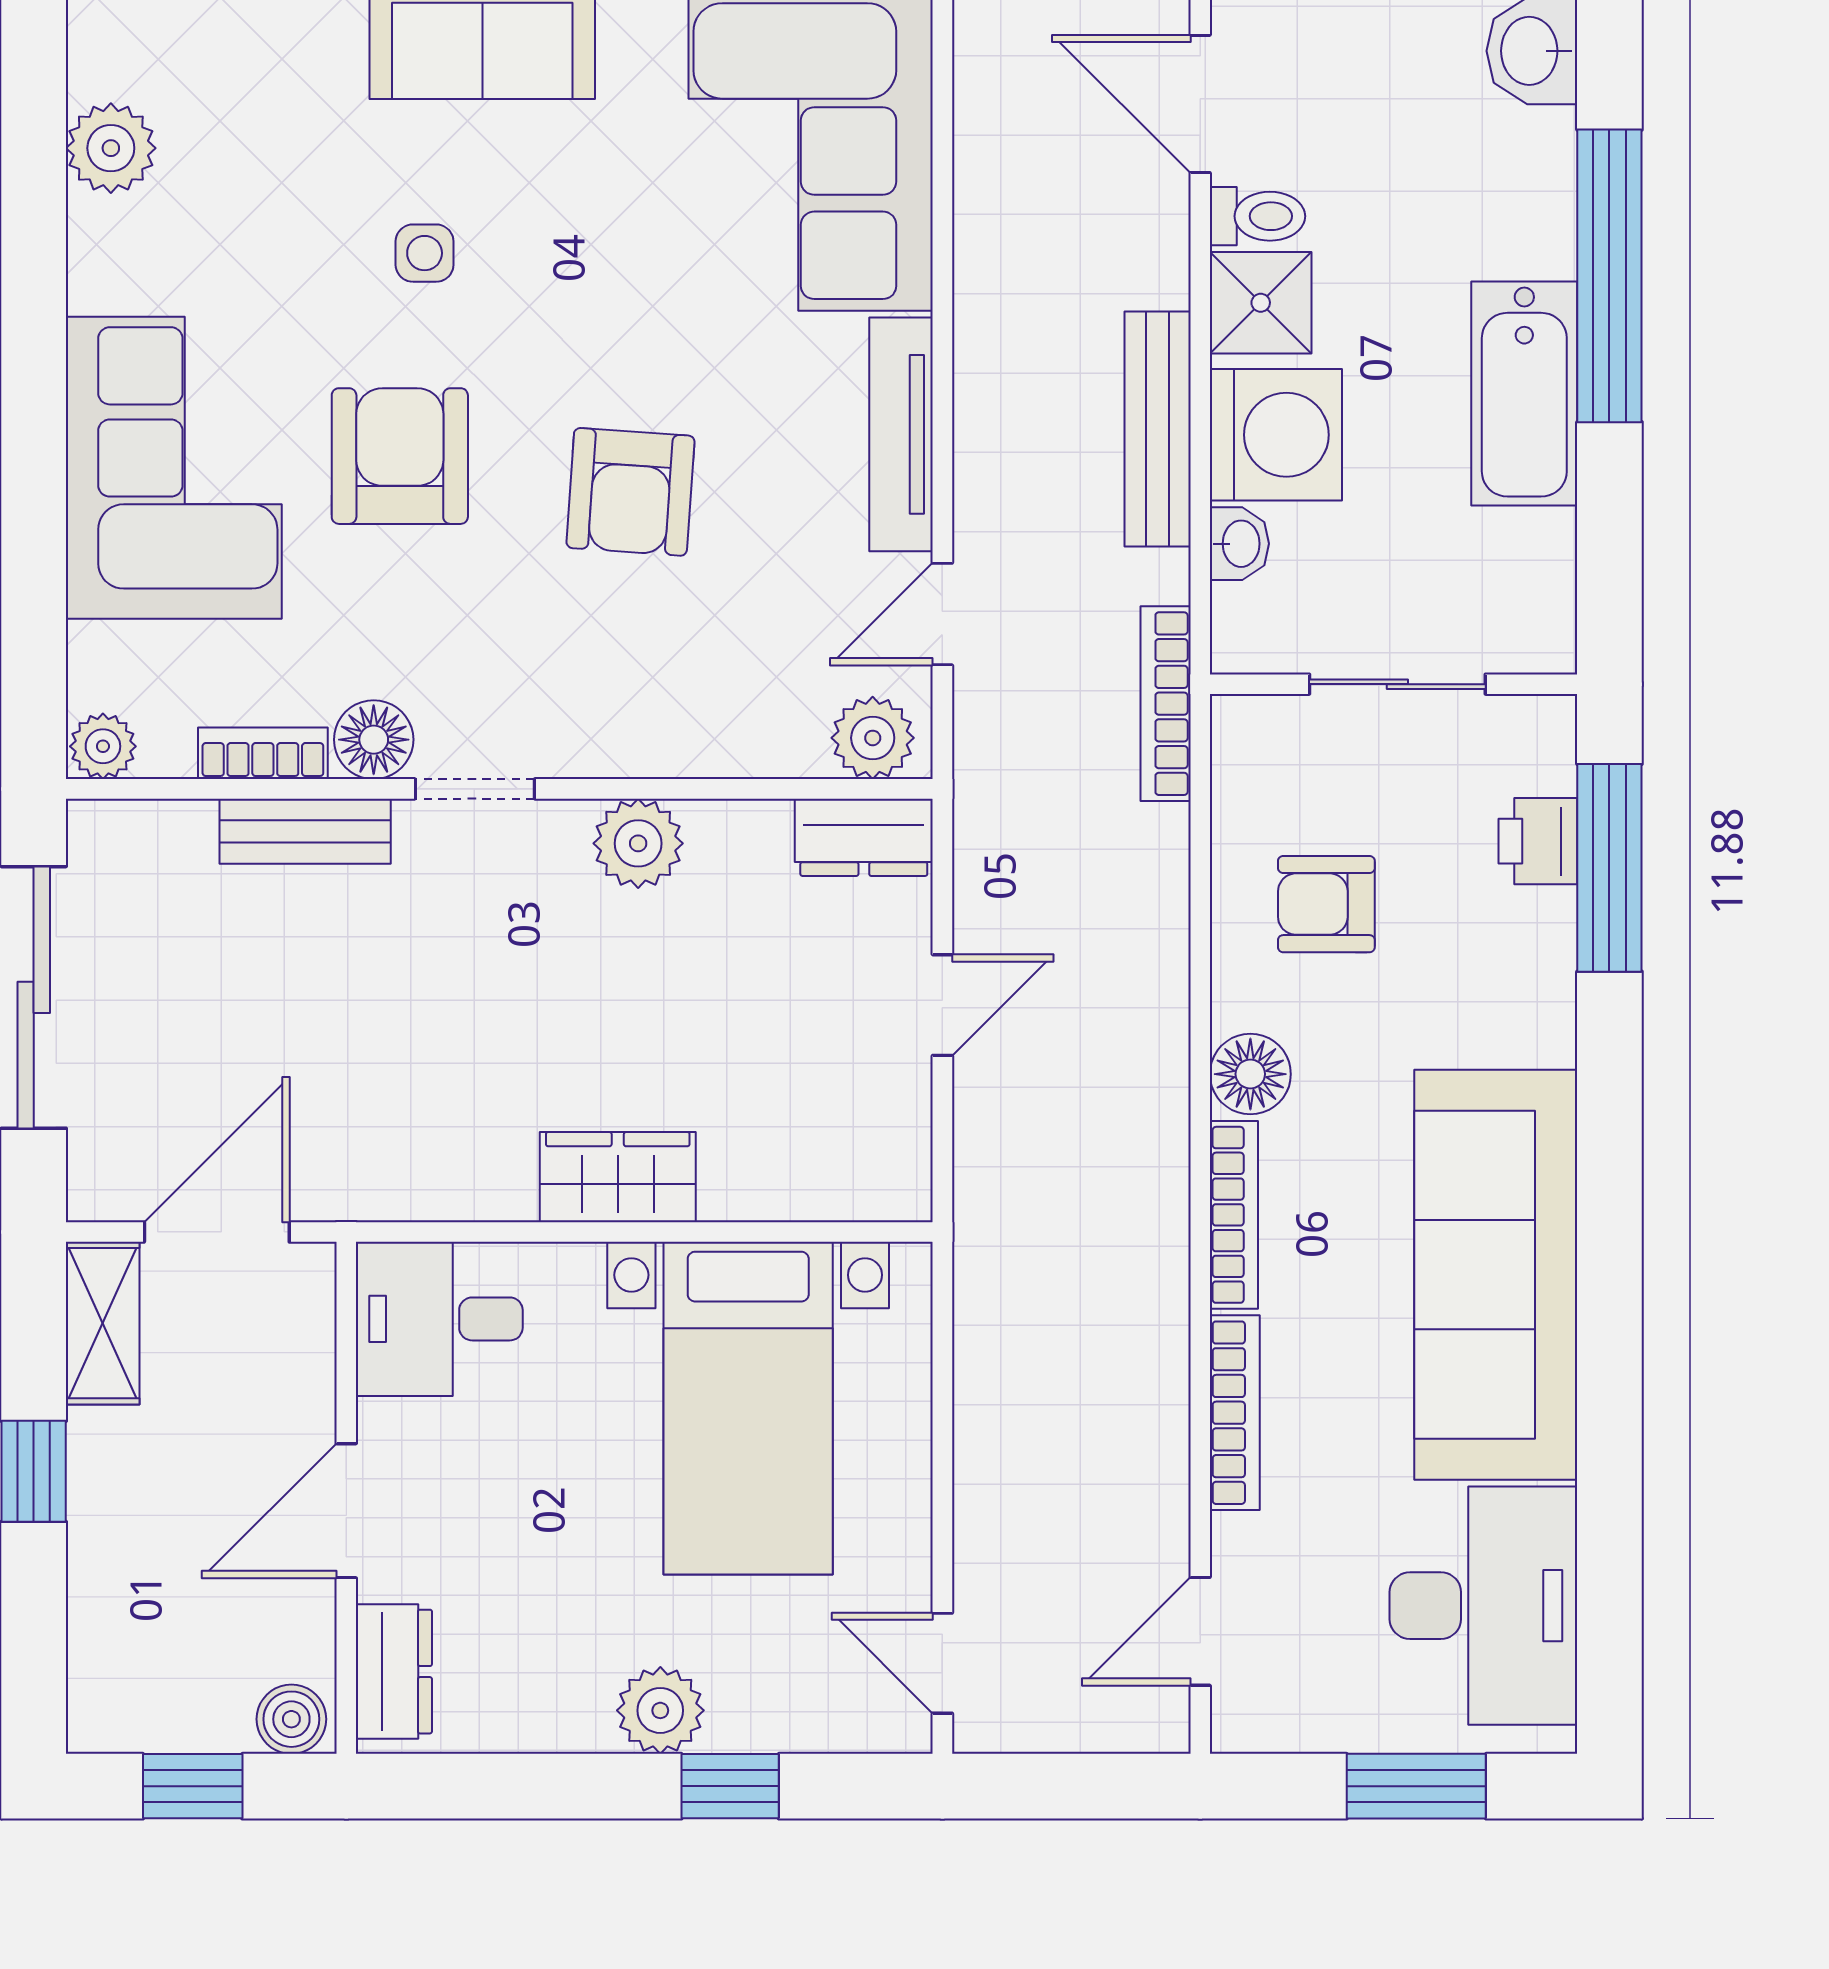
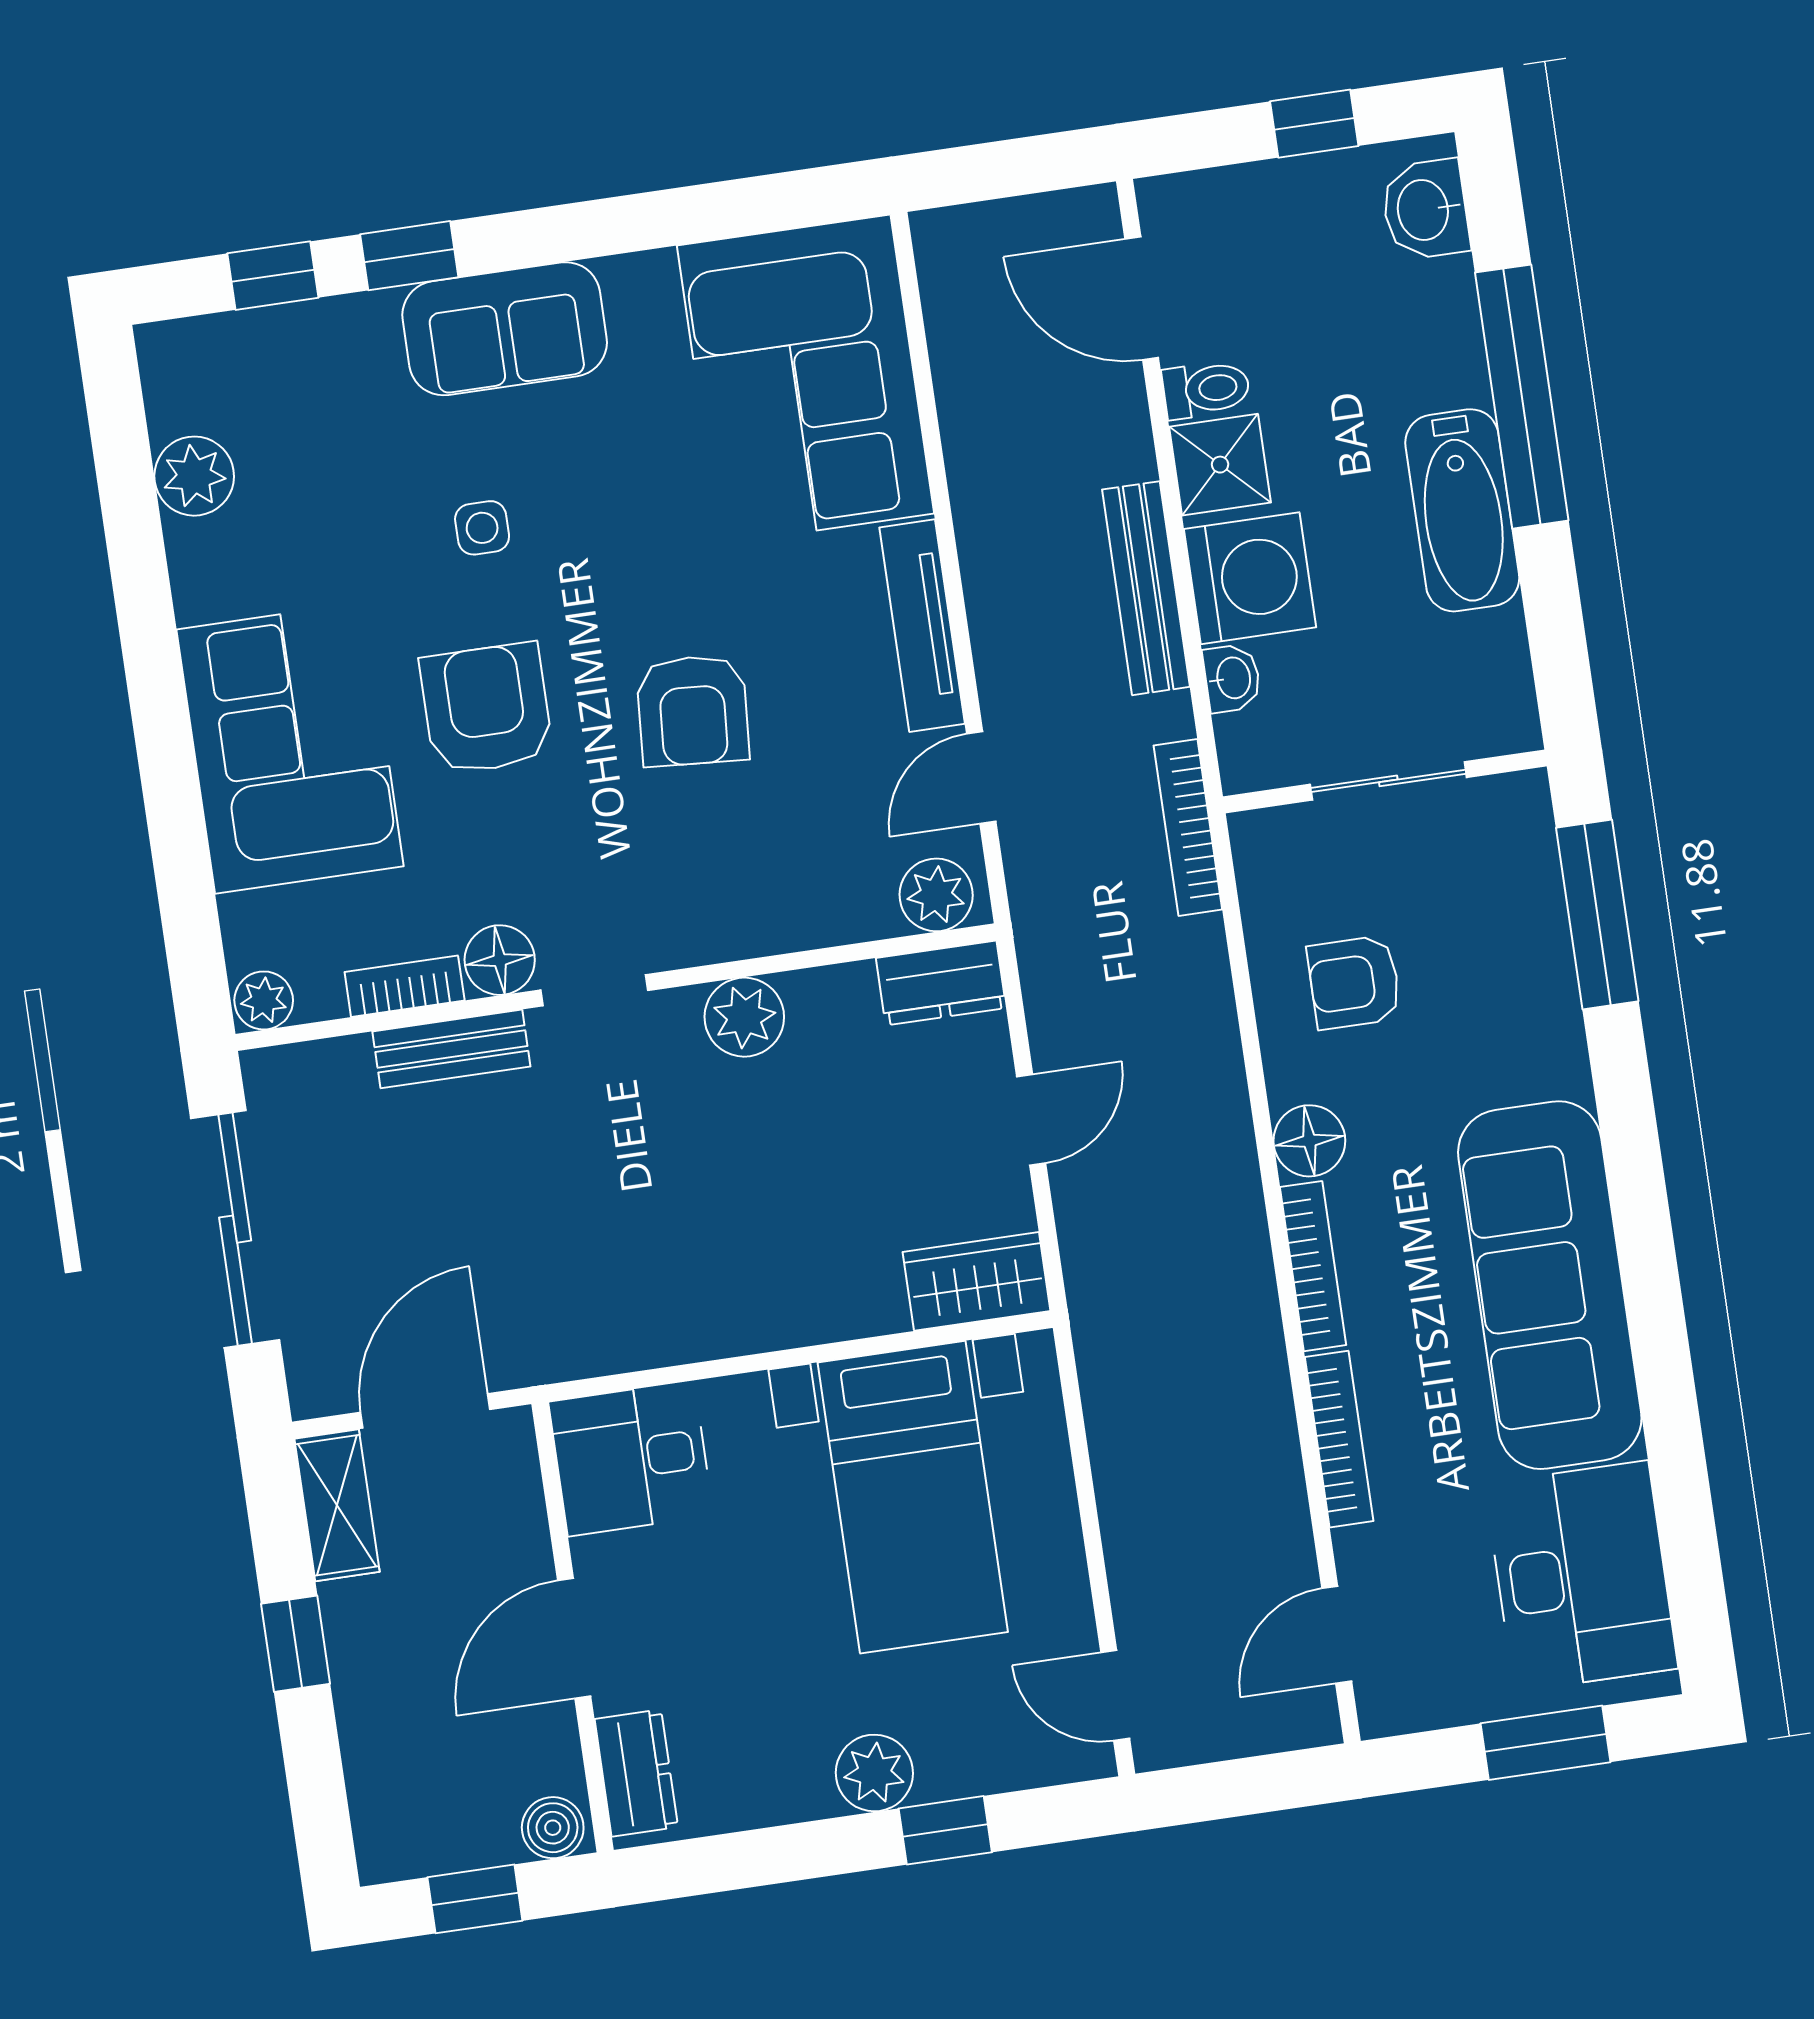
printer: (1538, 841) -> (1531, 900), removed
wardrobe: (618, 1177) -> (977, 1281), moved

